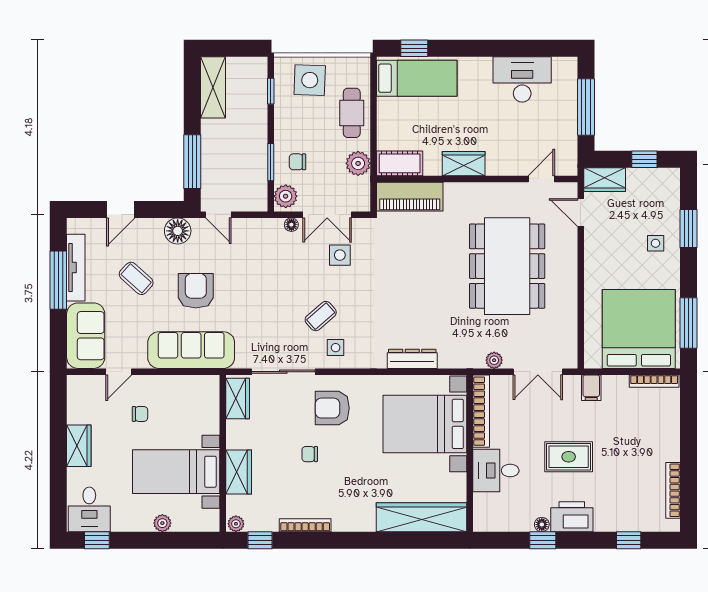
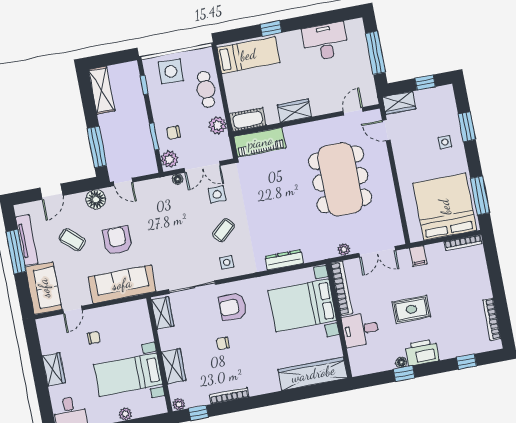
window: (414, 48) -> (271, 28), moved
coffee table: (321, 316) -> (224, 230), moved

